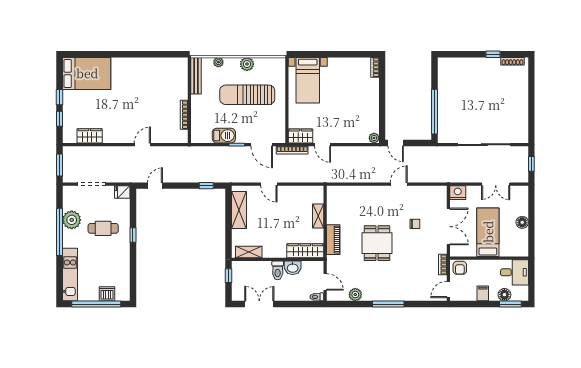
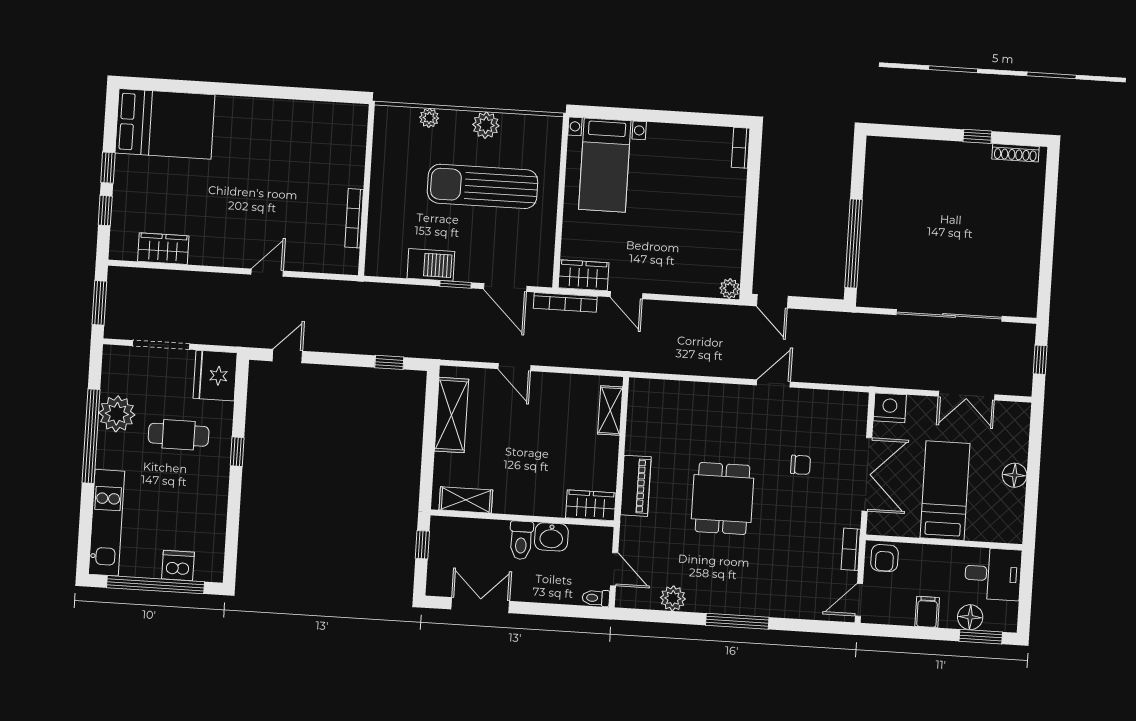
bench: (196, 76) -> (383, 142), removed
fridge: (122, 192) -> (215, 376), width x1.88, depth x1.34
shelving: (318, 216) -> (610, 411), moved
wardrobe: (305, 251) -> (591, 505), width x0.67

